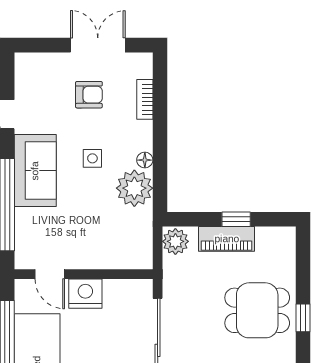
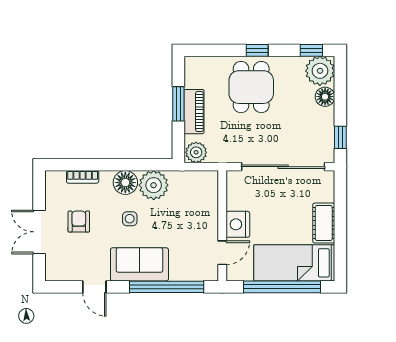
double door: (98, 45) -> (39, 232), moved
floor lamp: (145, 160) -> (125, 183), width x1.89, depth x1.89
window: (236, 219) -> (178, 104), width x1.50

